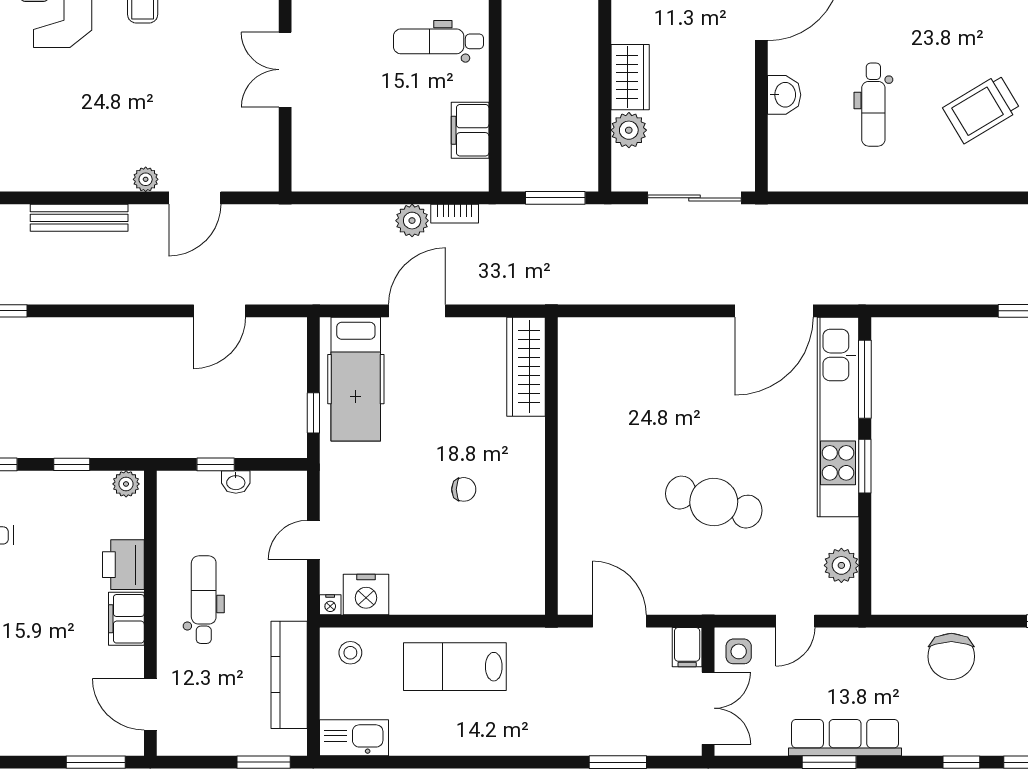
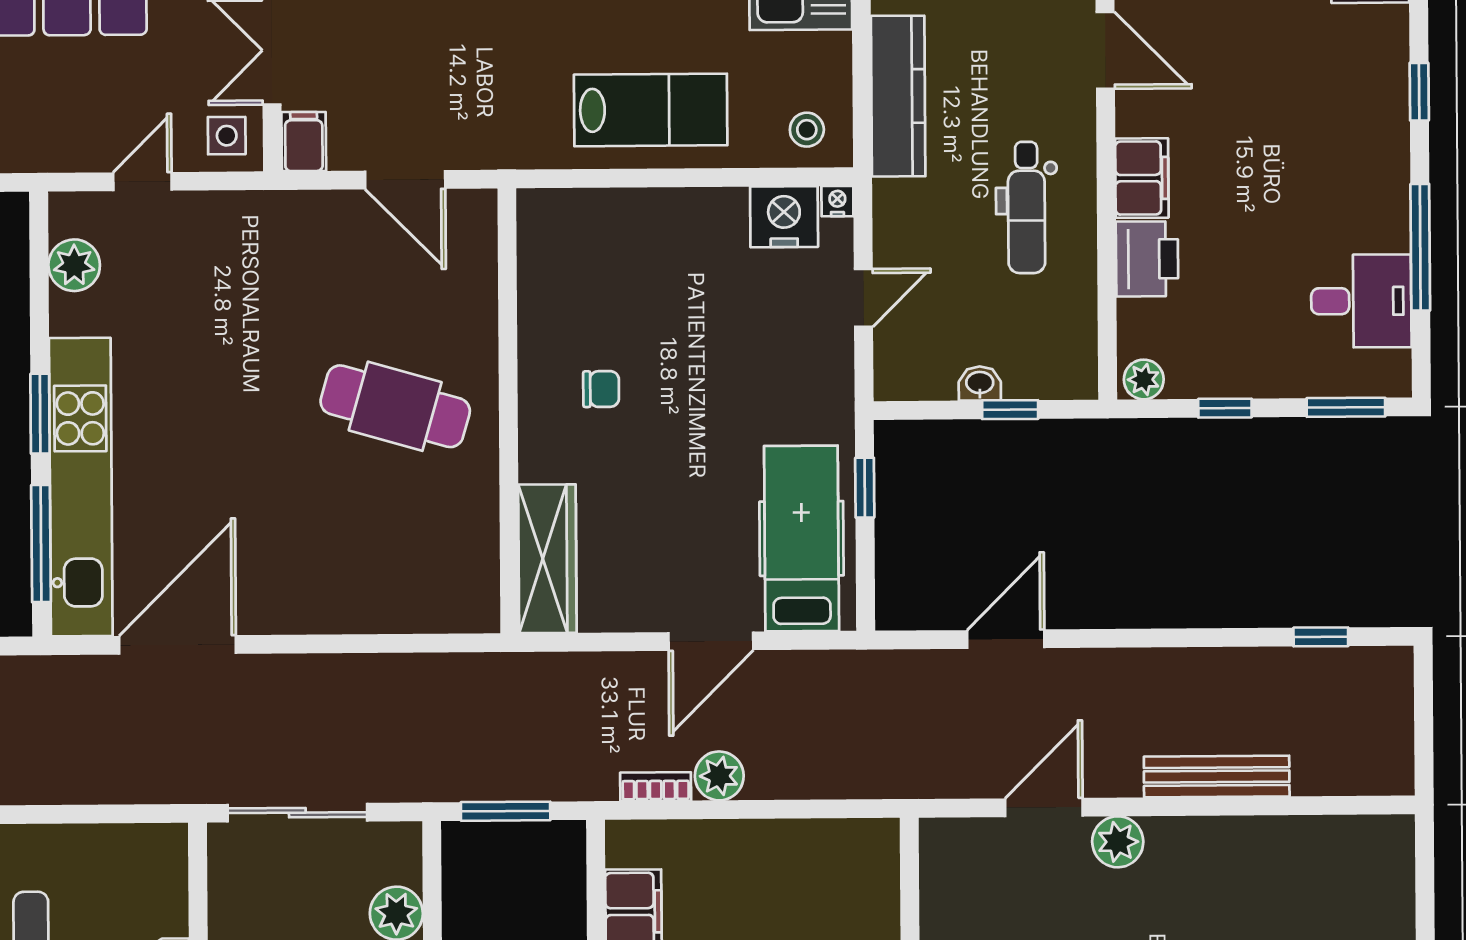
plant: (146, 179) -> (1118, 842), width x1.38, depth x1.38
chair: (464, 489) -> (601, 389), moved, turned 180
cafe table: (714, 502) -> (395, 406), moved

